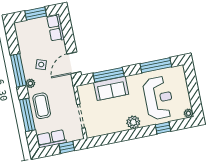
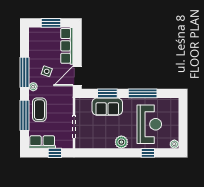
row of seats: (56, 28) -> (67, 46), width x1.48
window: (156, 65) -> (143, 93), moved
window: (109, 75) -> (107, 93), width x0.69

